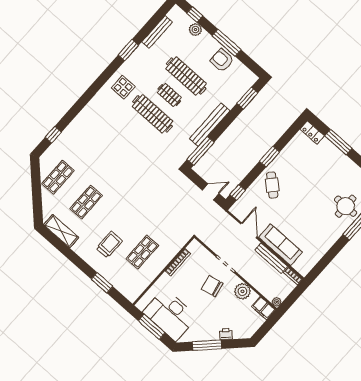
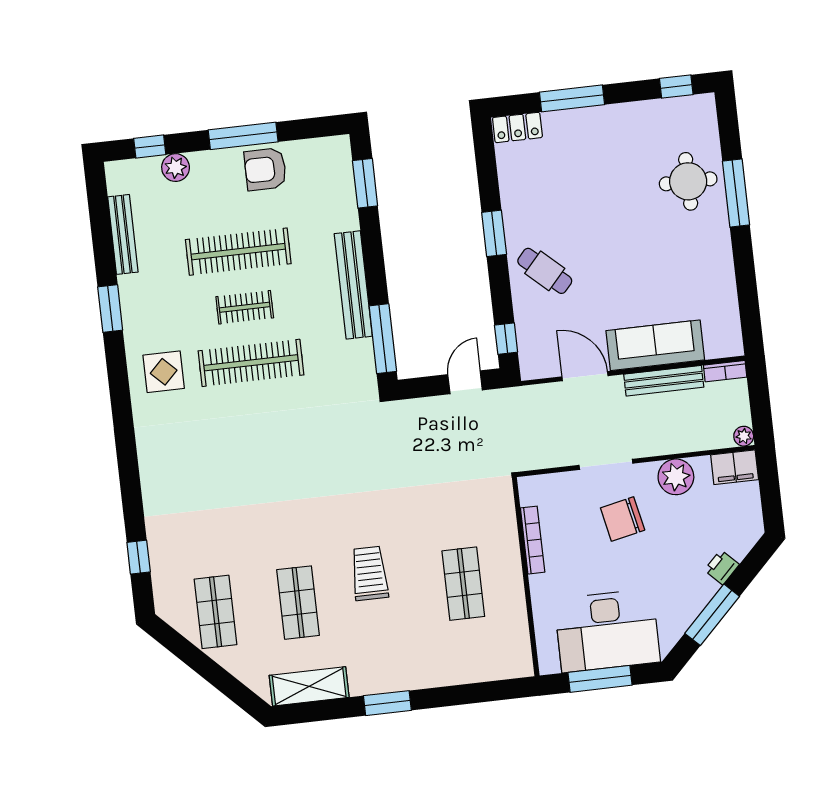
trolley: (109, 245) -> (370, 573), moved
window: (102, 283) -> (387, 703), moved

